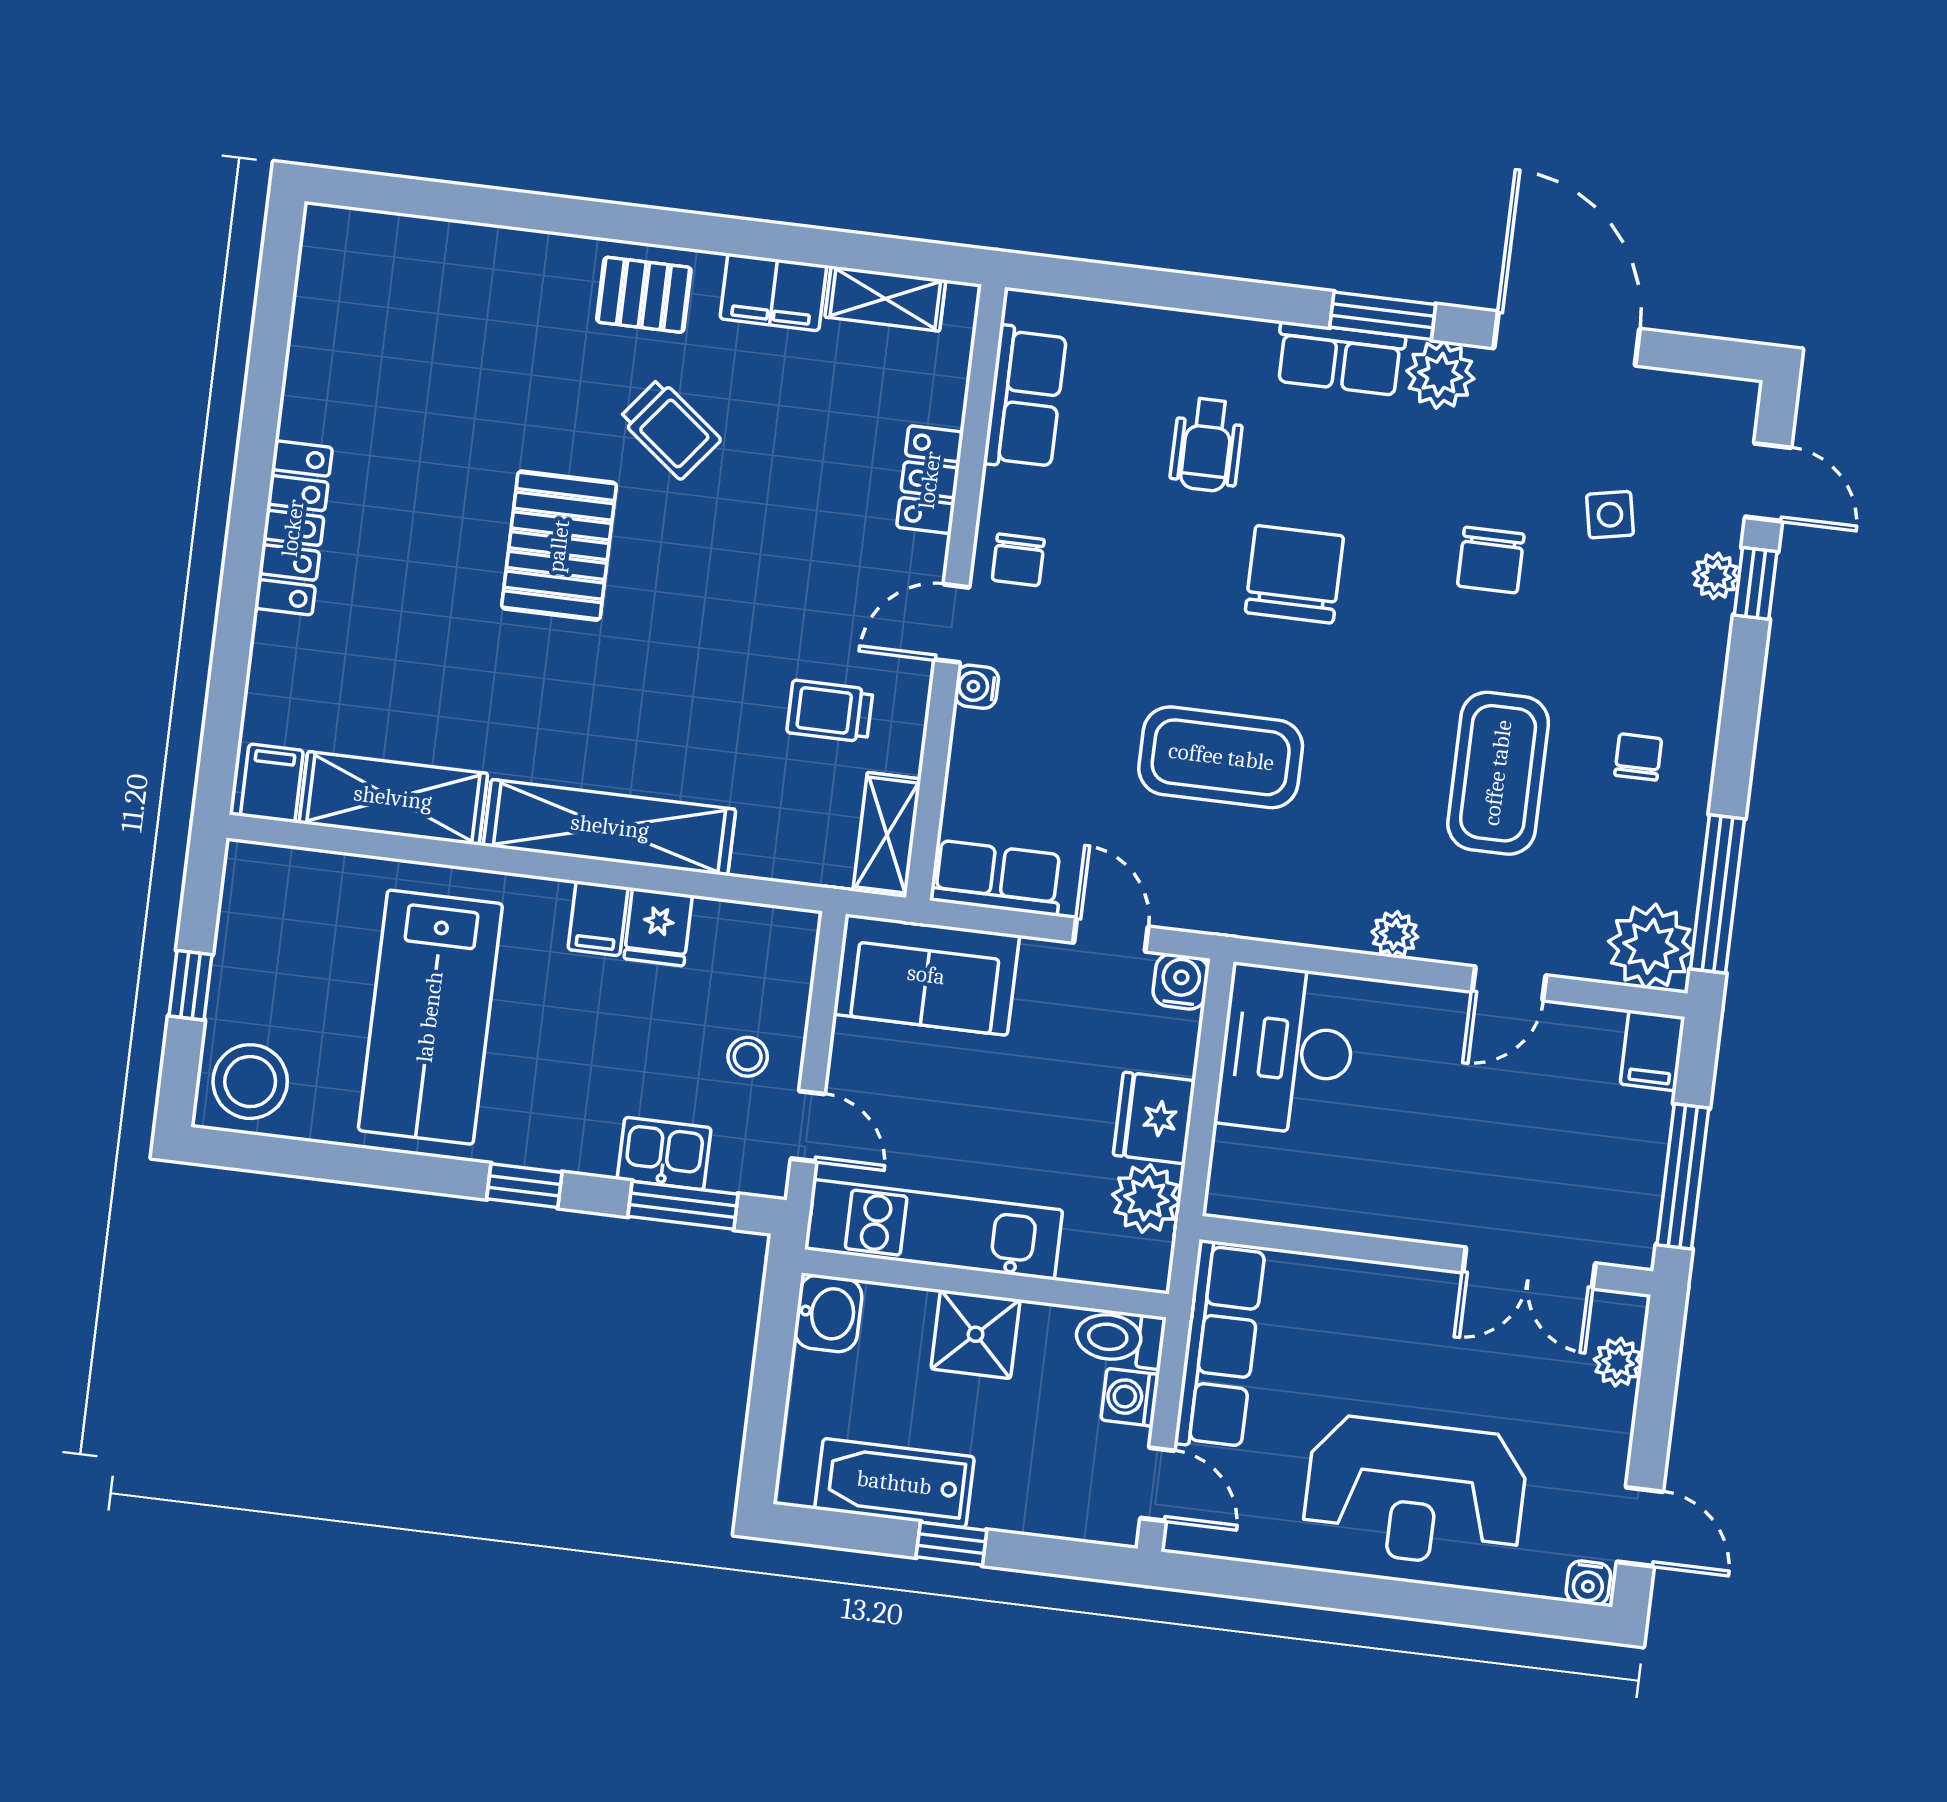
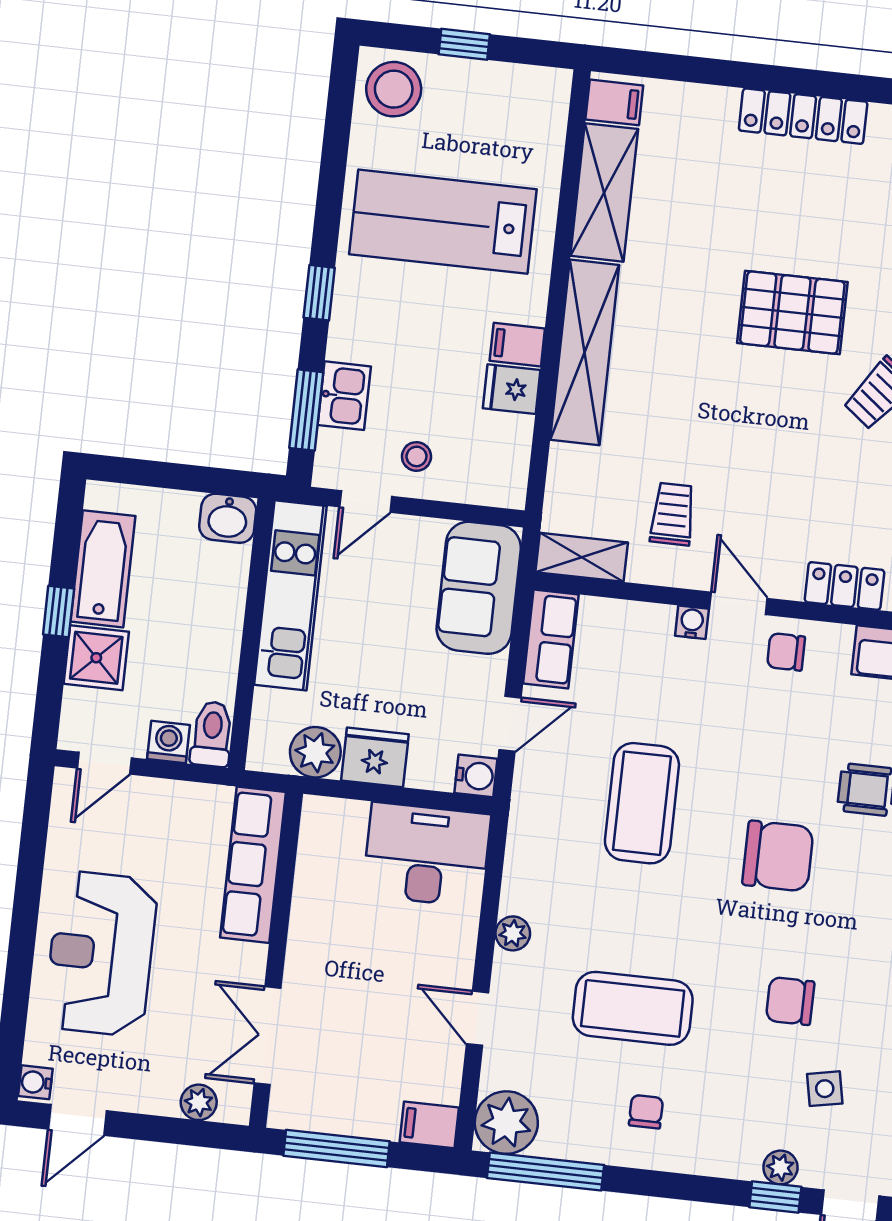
chair: (1638, 757) -> (646, 1112), turned -90
shower: (976, 1334) -> (96, 658), moved
row of seats: (1220, 1345) -> (253, 865), moved, turned 90

